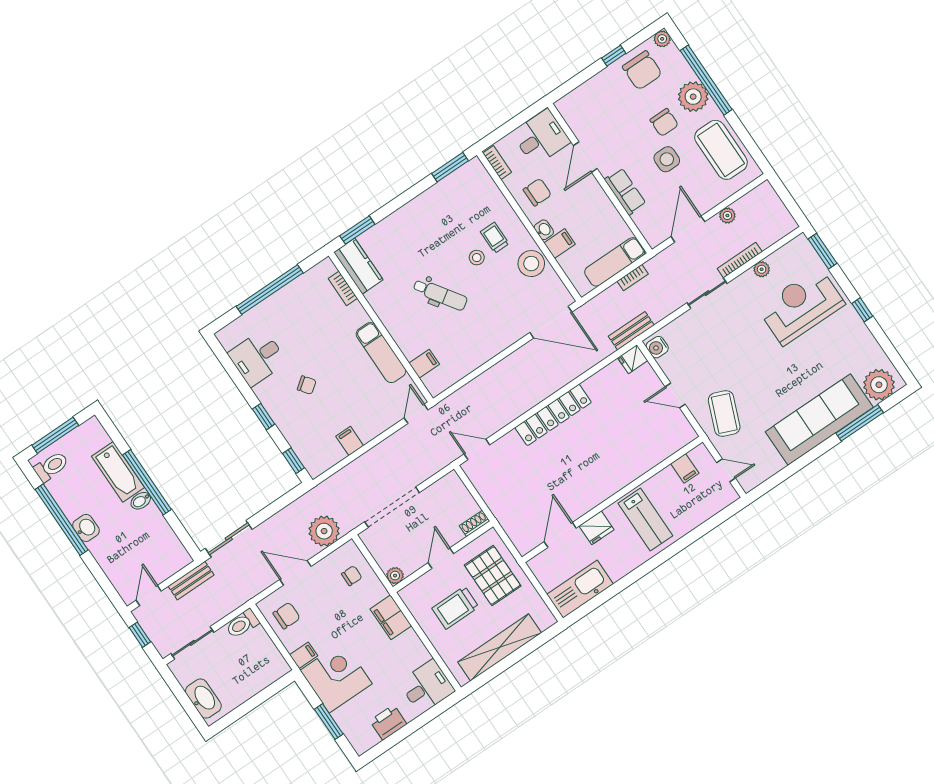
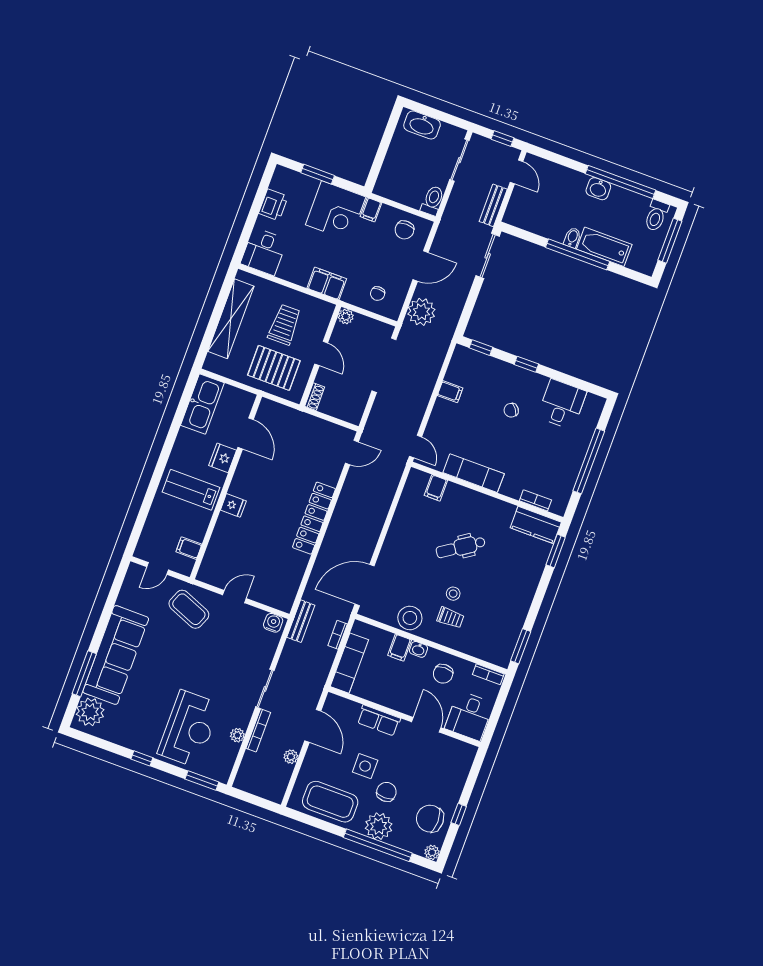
chair: (664, 122) -> (386, 792), turned 90
bookcase: (633, 278) -> (338, 635), moved
fridge: (633, 359) -> (233, 505), moved, turned 90

